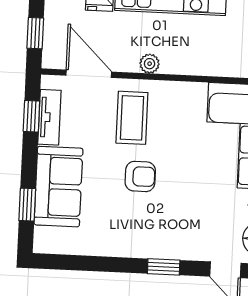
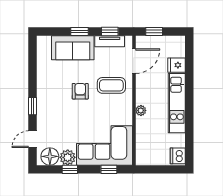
plant: (150, 64) -> (141, 110), moved
armchair: (140, 176) -> (80, 91), turned 180
window: (27, 205) -> (80, 32), moved

